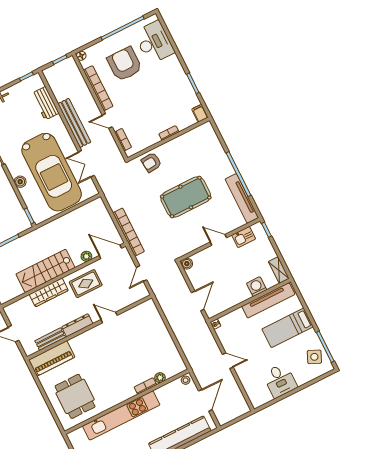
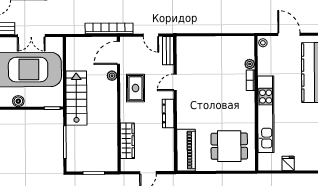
stairs: (45, 271) -> (76, 98), moved, turned 180
wardrobe: (49, 292) -> (127, 141), moved
bench: (50, 339) -> (168, 51), moved

